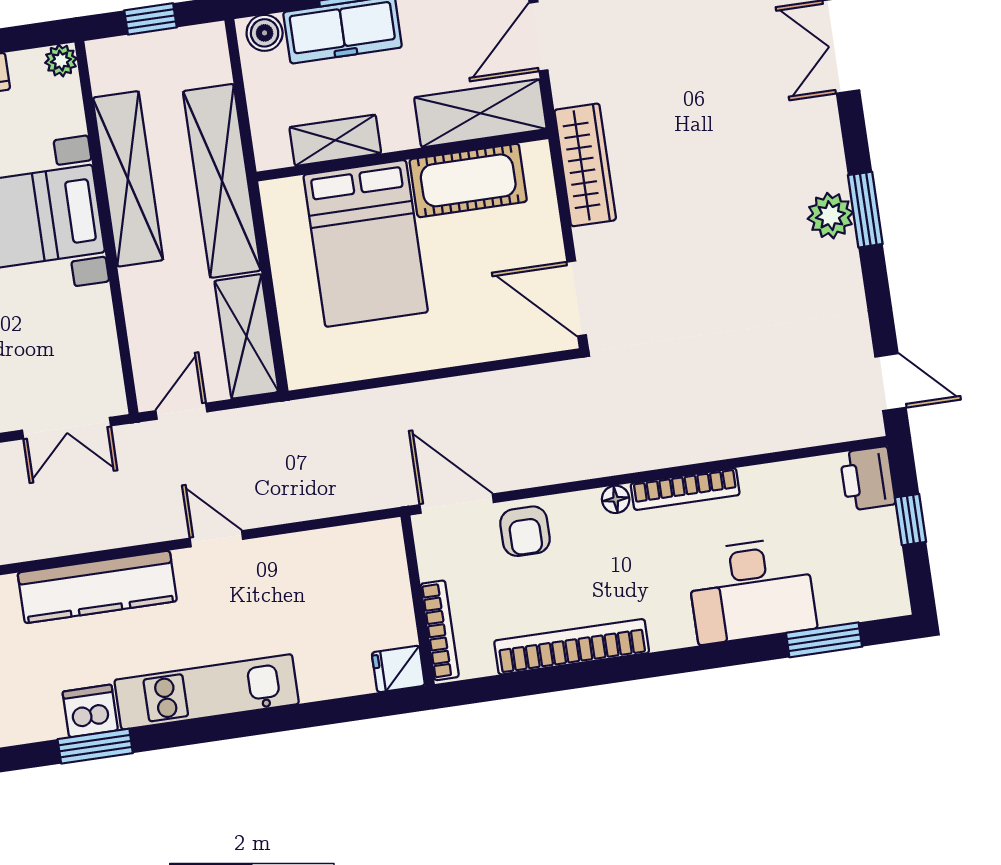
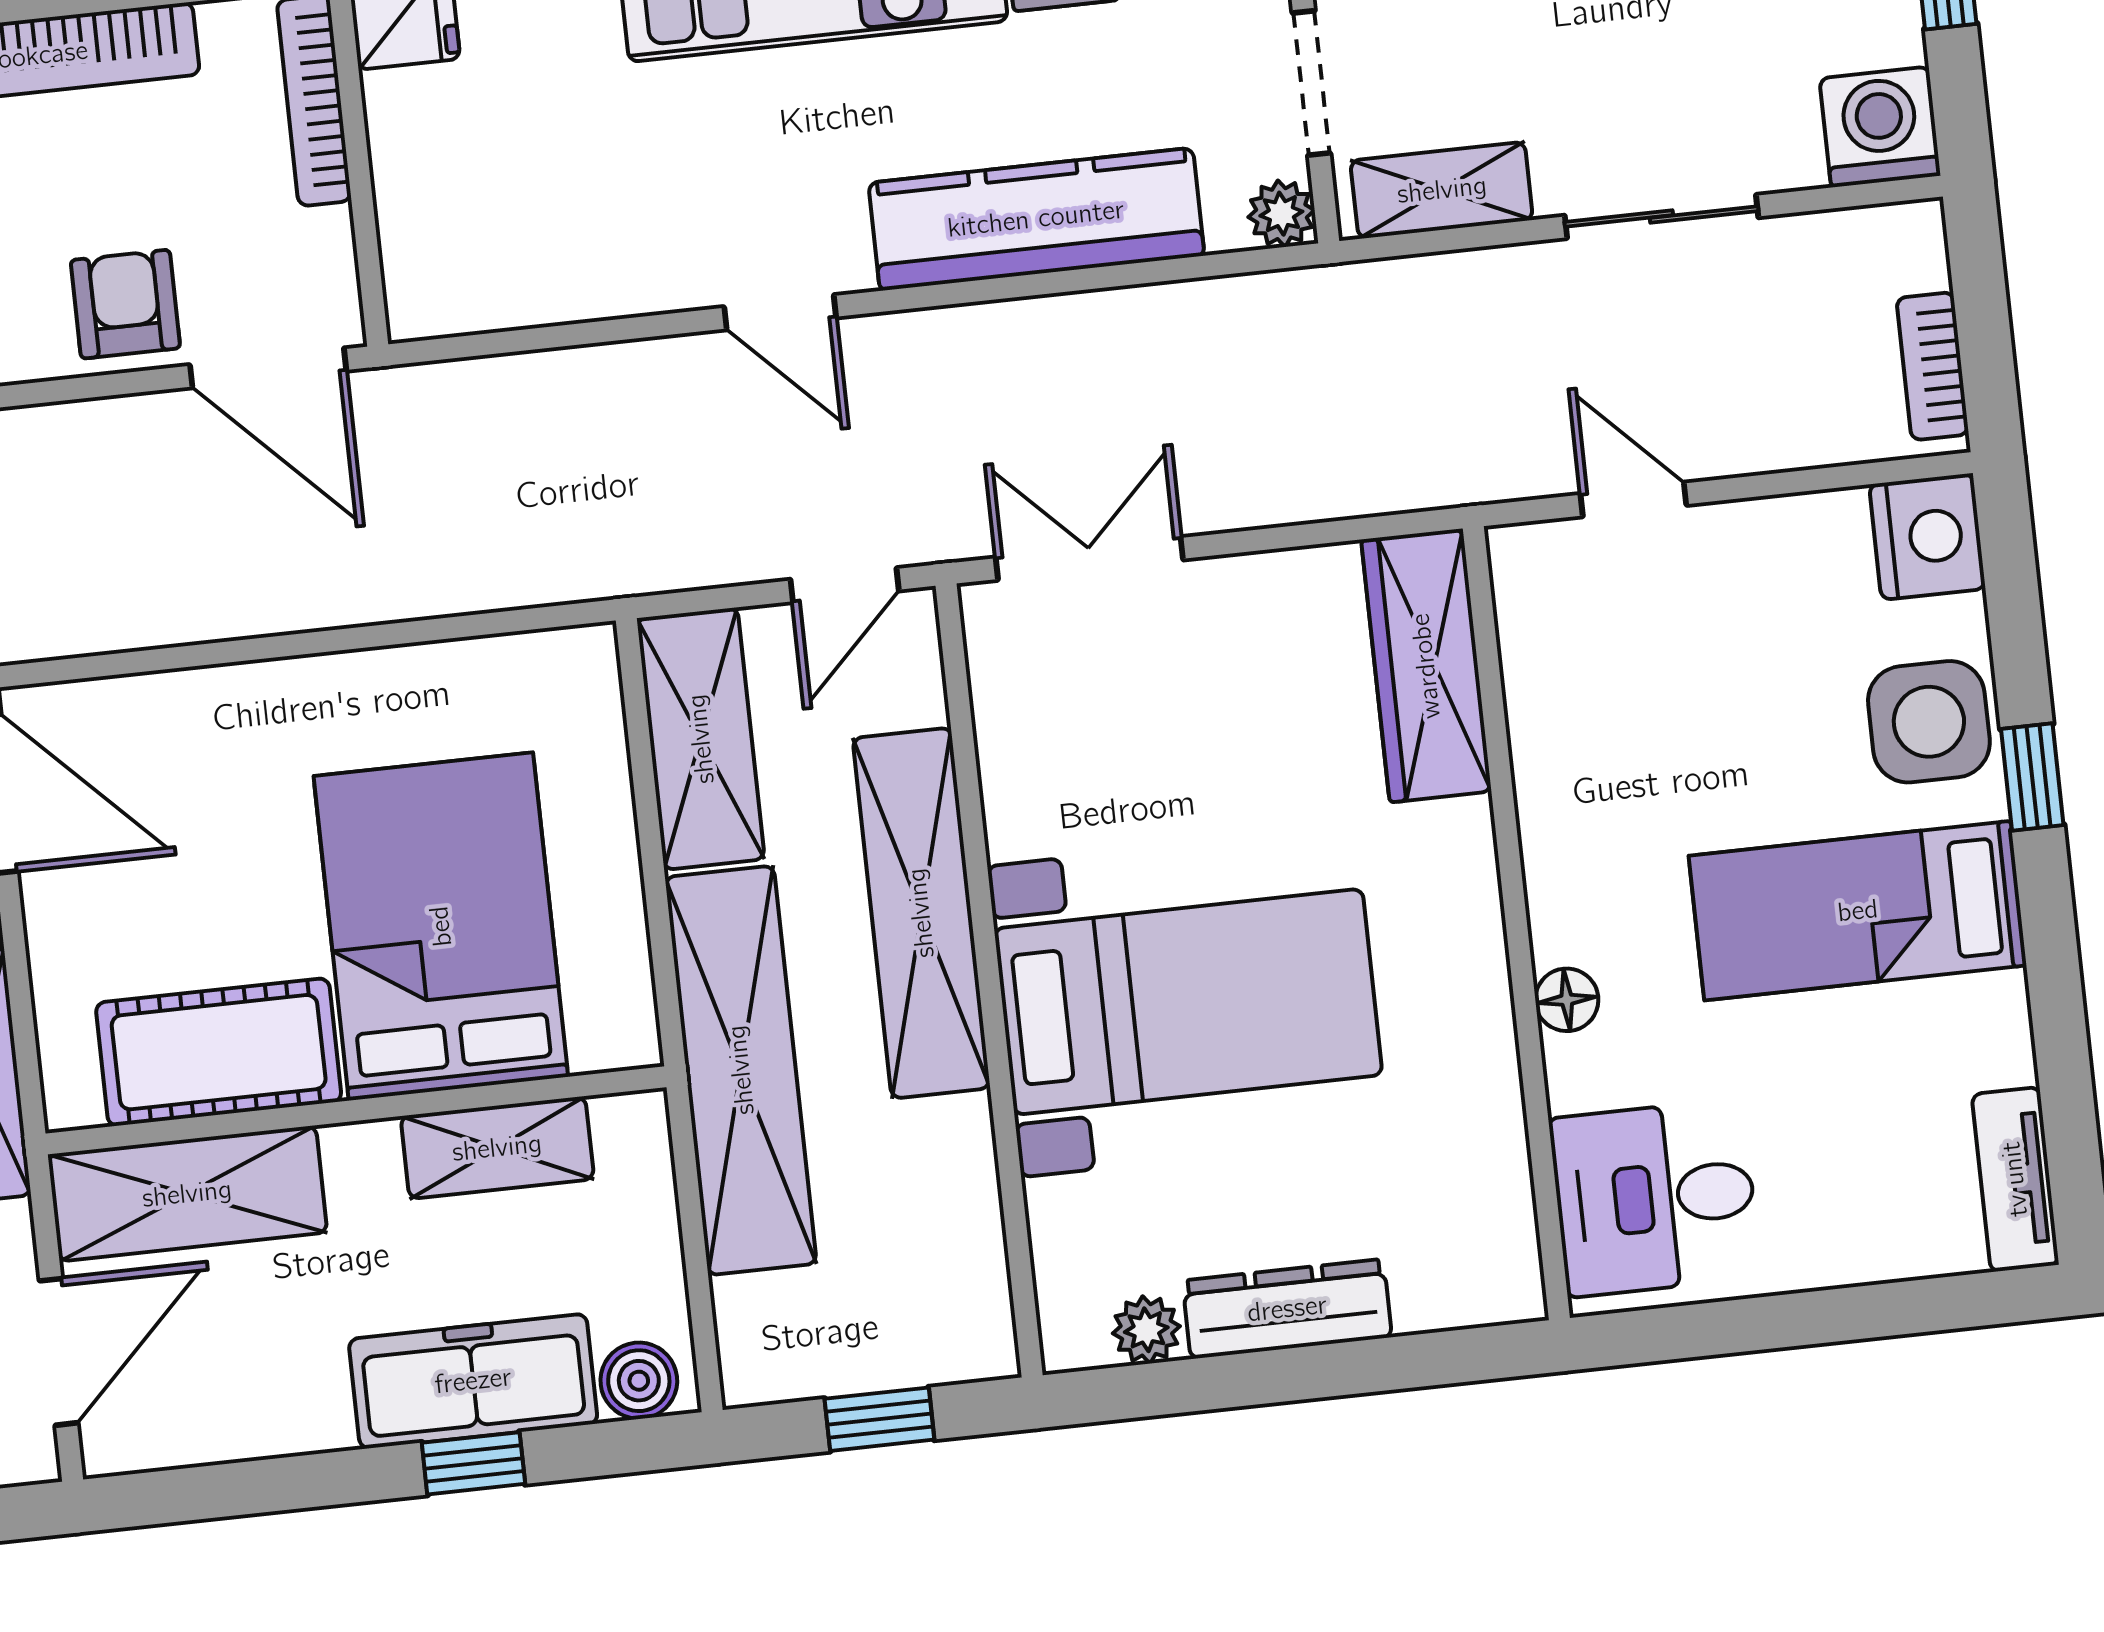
plant: (61, 61) -> (1146, 1330), moved
shelving: (128, 179) -> (921, 913), moved

